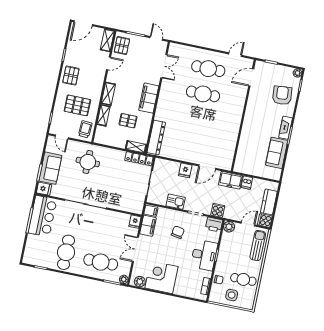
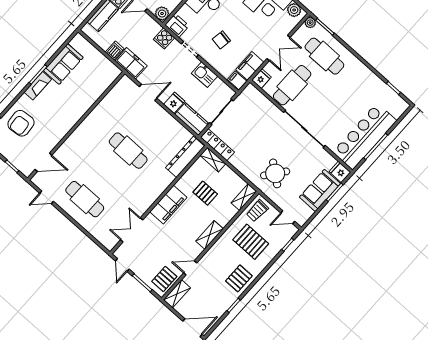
cafe table: (203, 94) -> (128, 151), moved
shelving: (104, 115) -> (244, 197), moved
door: (62, 137) -> (288, 217), swing flipped
round table: (88, 162) -> (275, 173), turned 38
kitchen counter: (167, 166) -> (192, 119), added
bar counter: (43, 216) -> (365, 136), width x1.36
cafe table: (66, 252) -> (292, 85), moved

